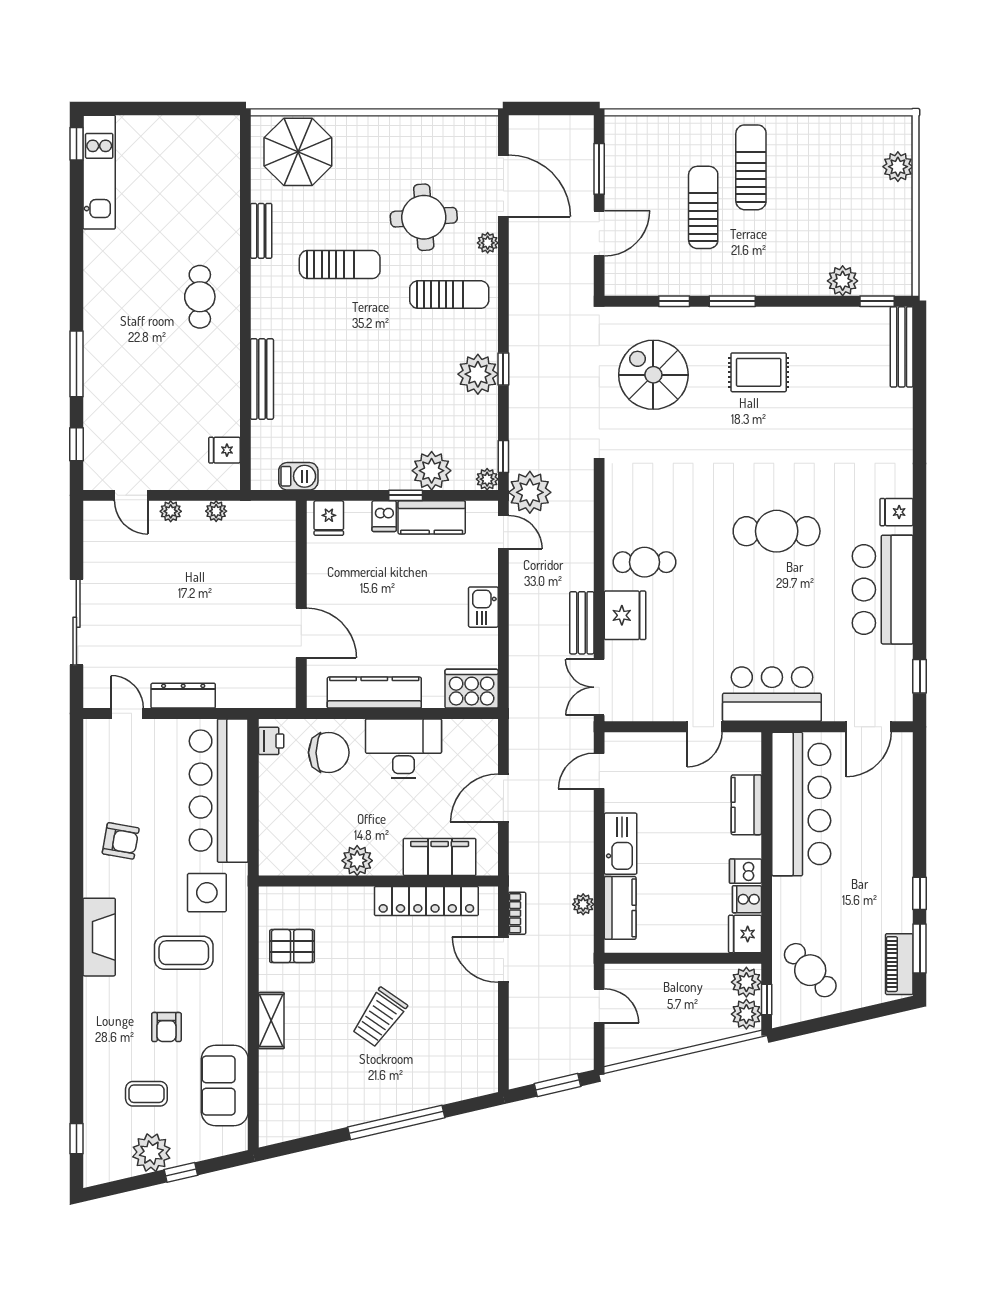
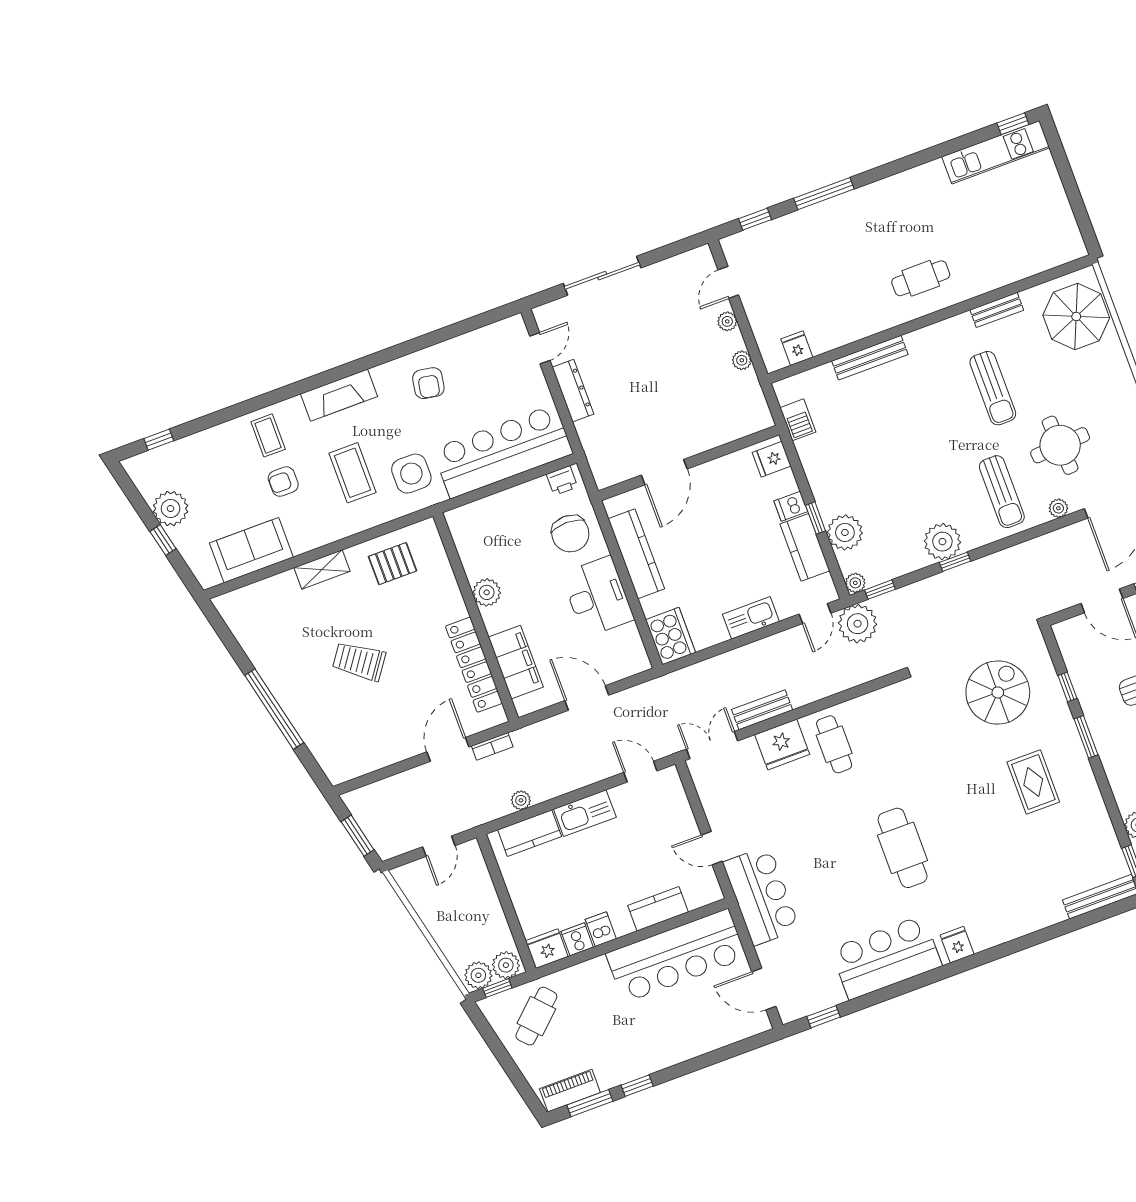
kitchen sink: (483, 607) -> (751, 618), width x1.38
pallet: (292, 946) -> (393, 564), turned 90
coffee table: (146, 1094) -> (268, 435), moved

